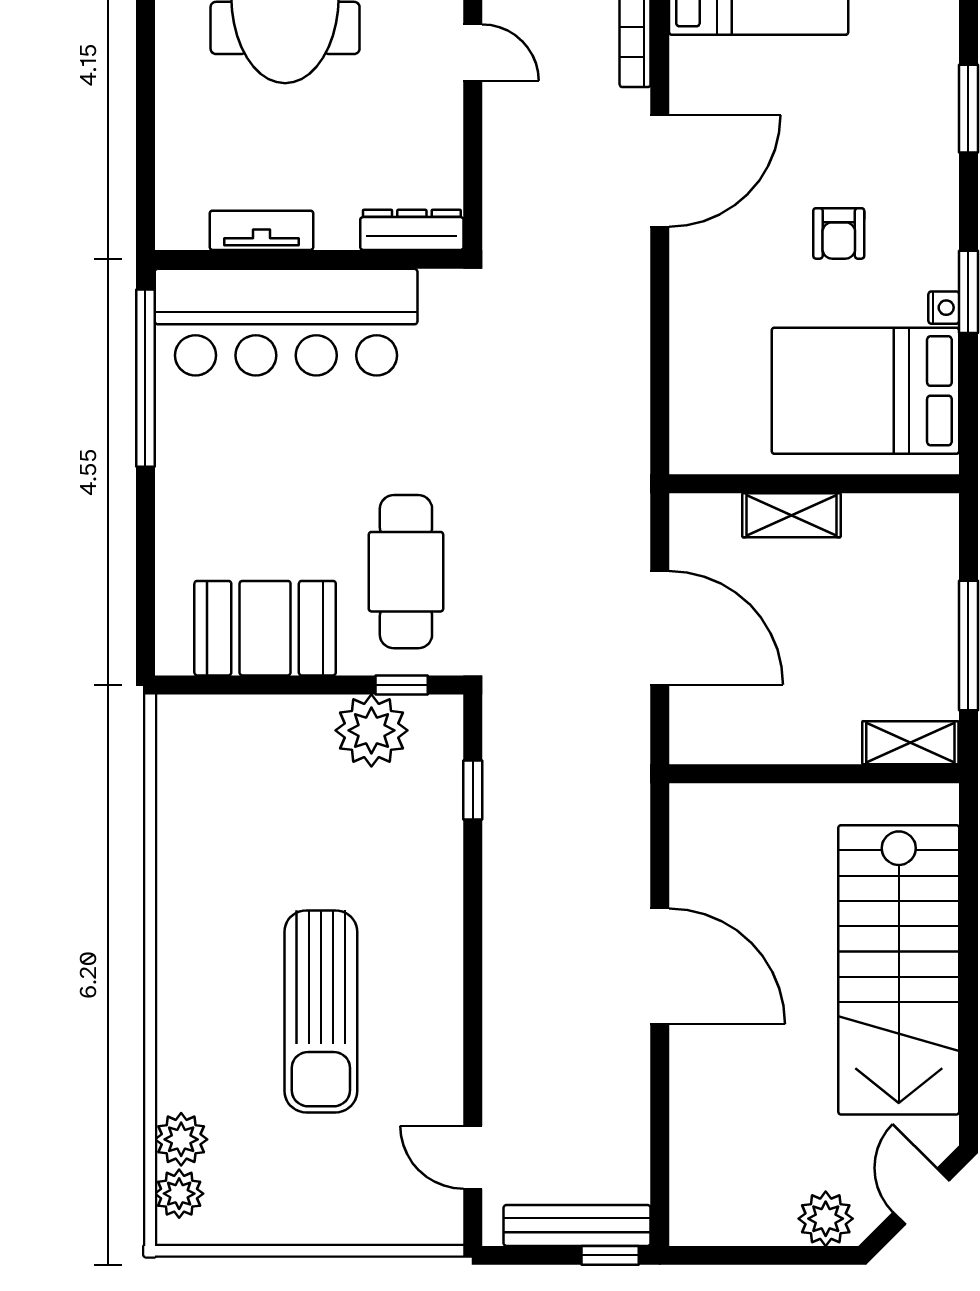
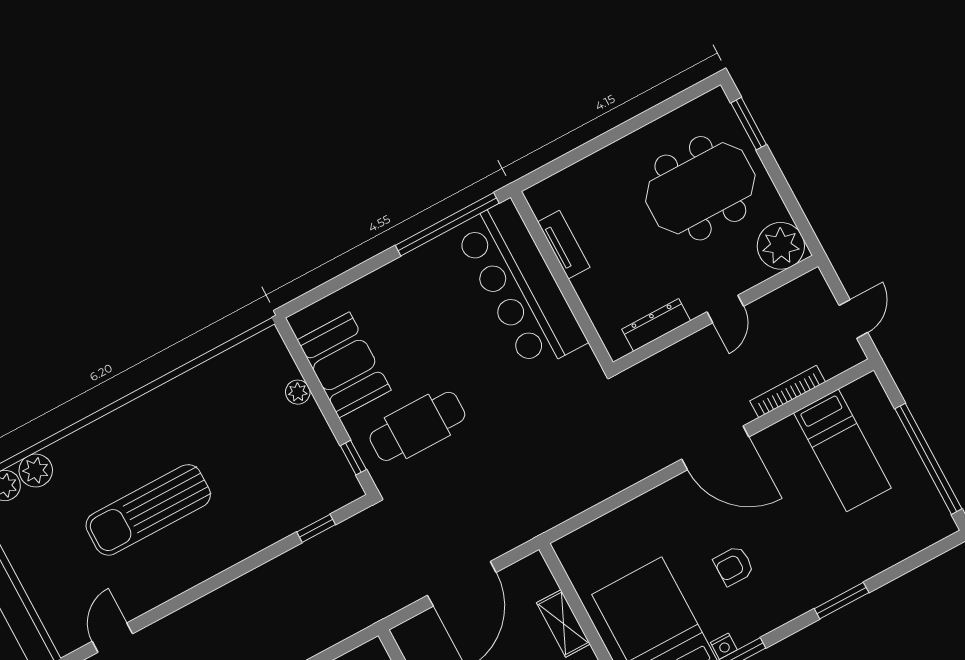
dresser: (412, 230) -> (656, 325), moved, turned -90
plant: (371, 730) -> (298, 392), moved, width x0.53, depth x0.53

